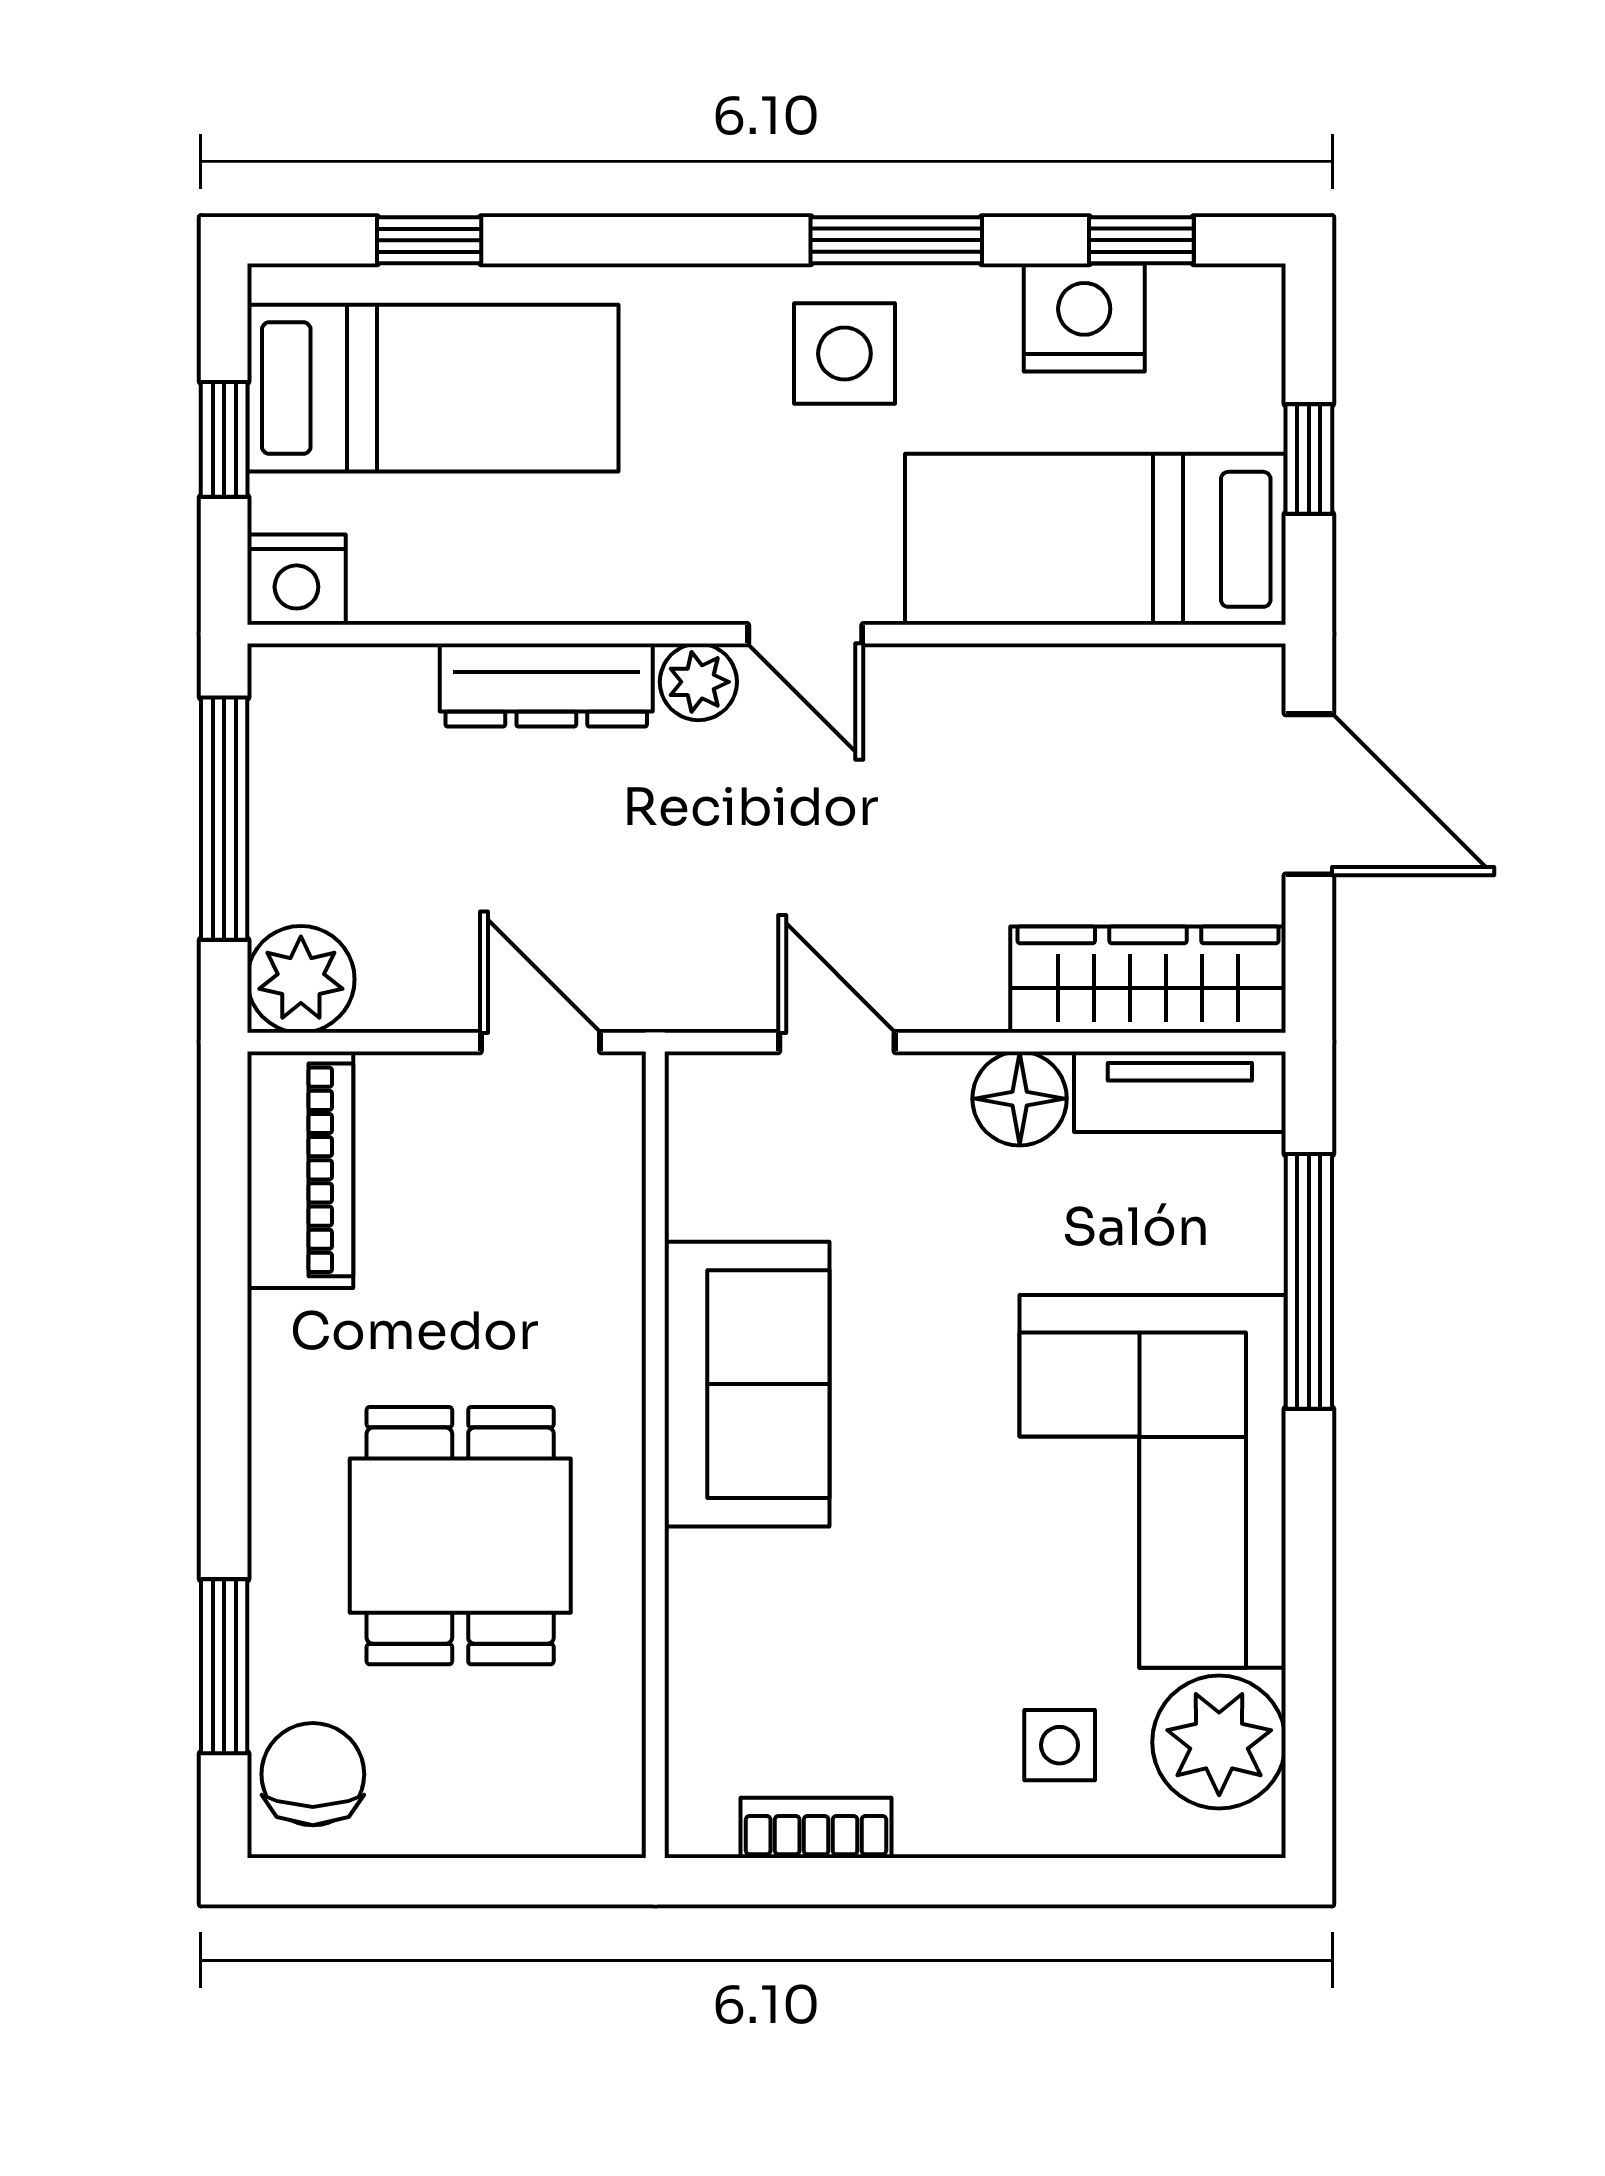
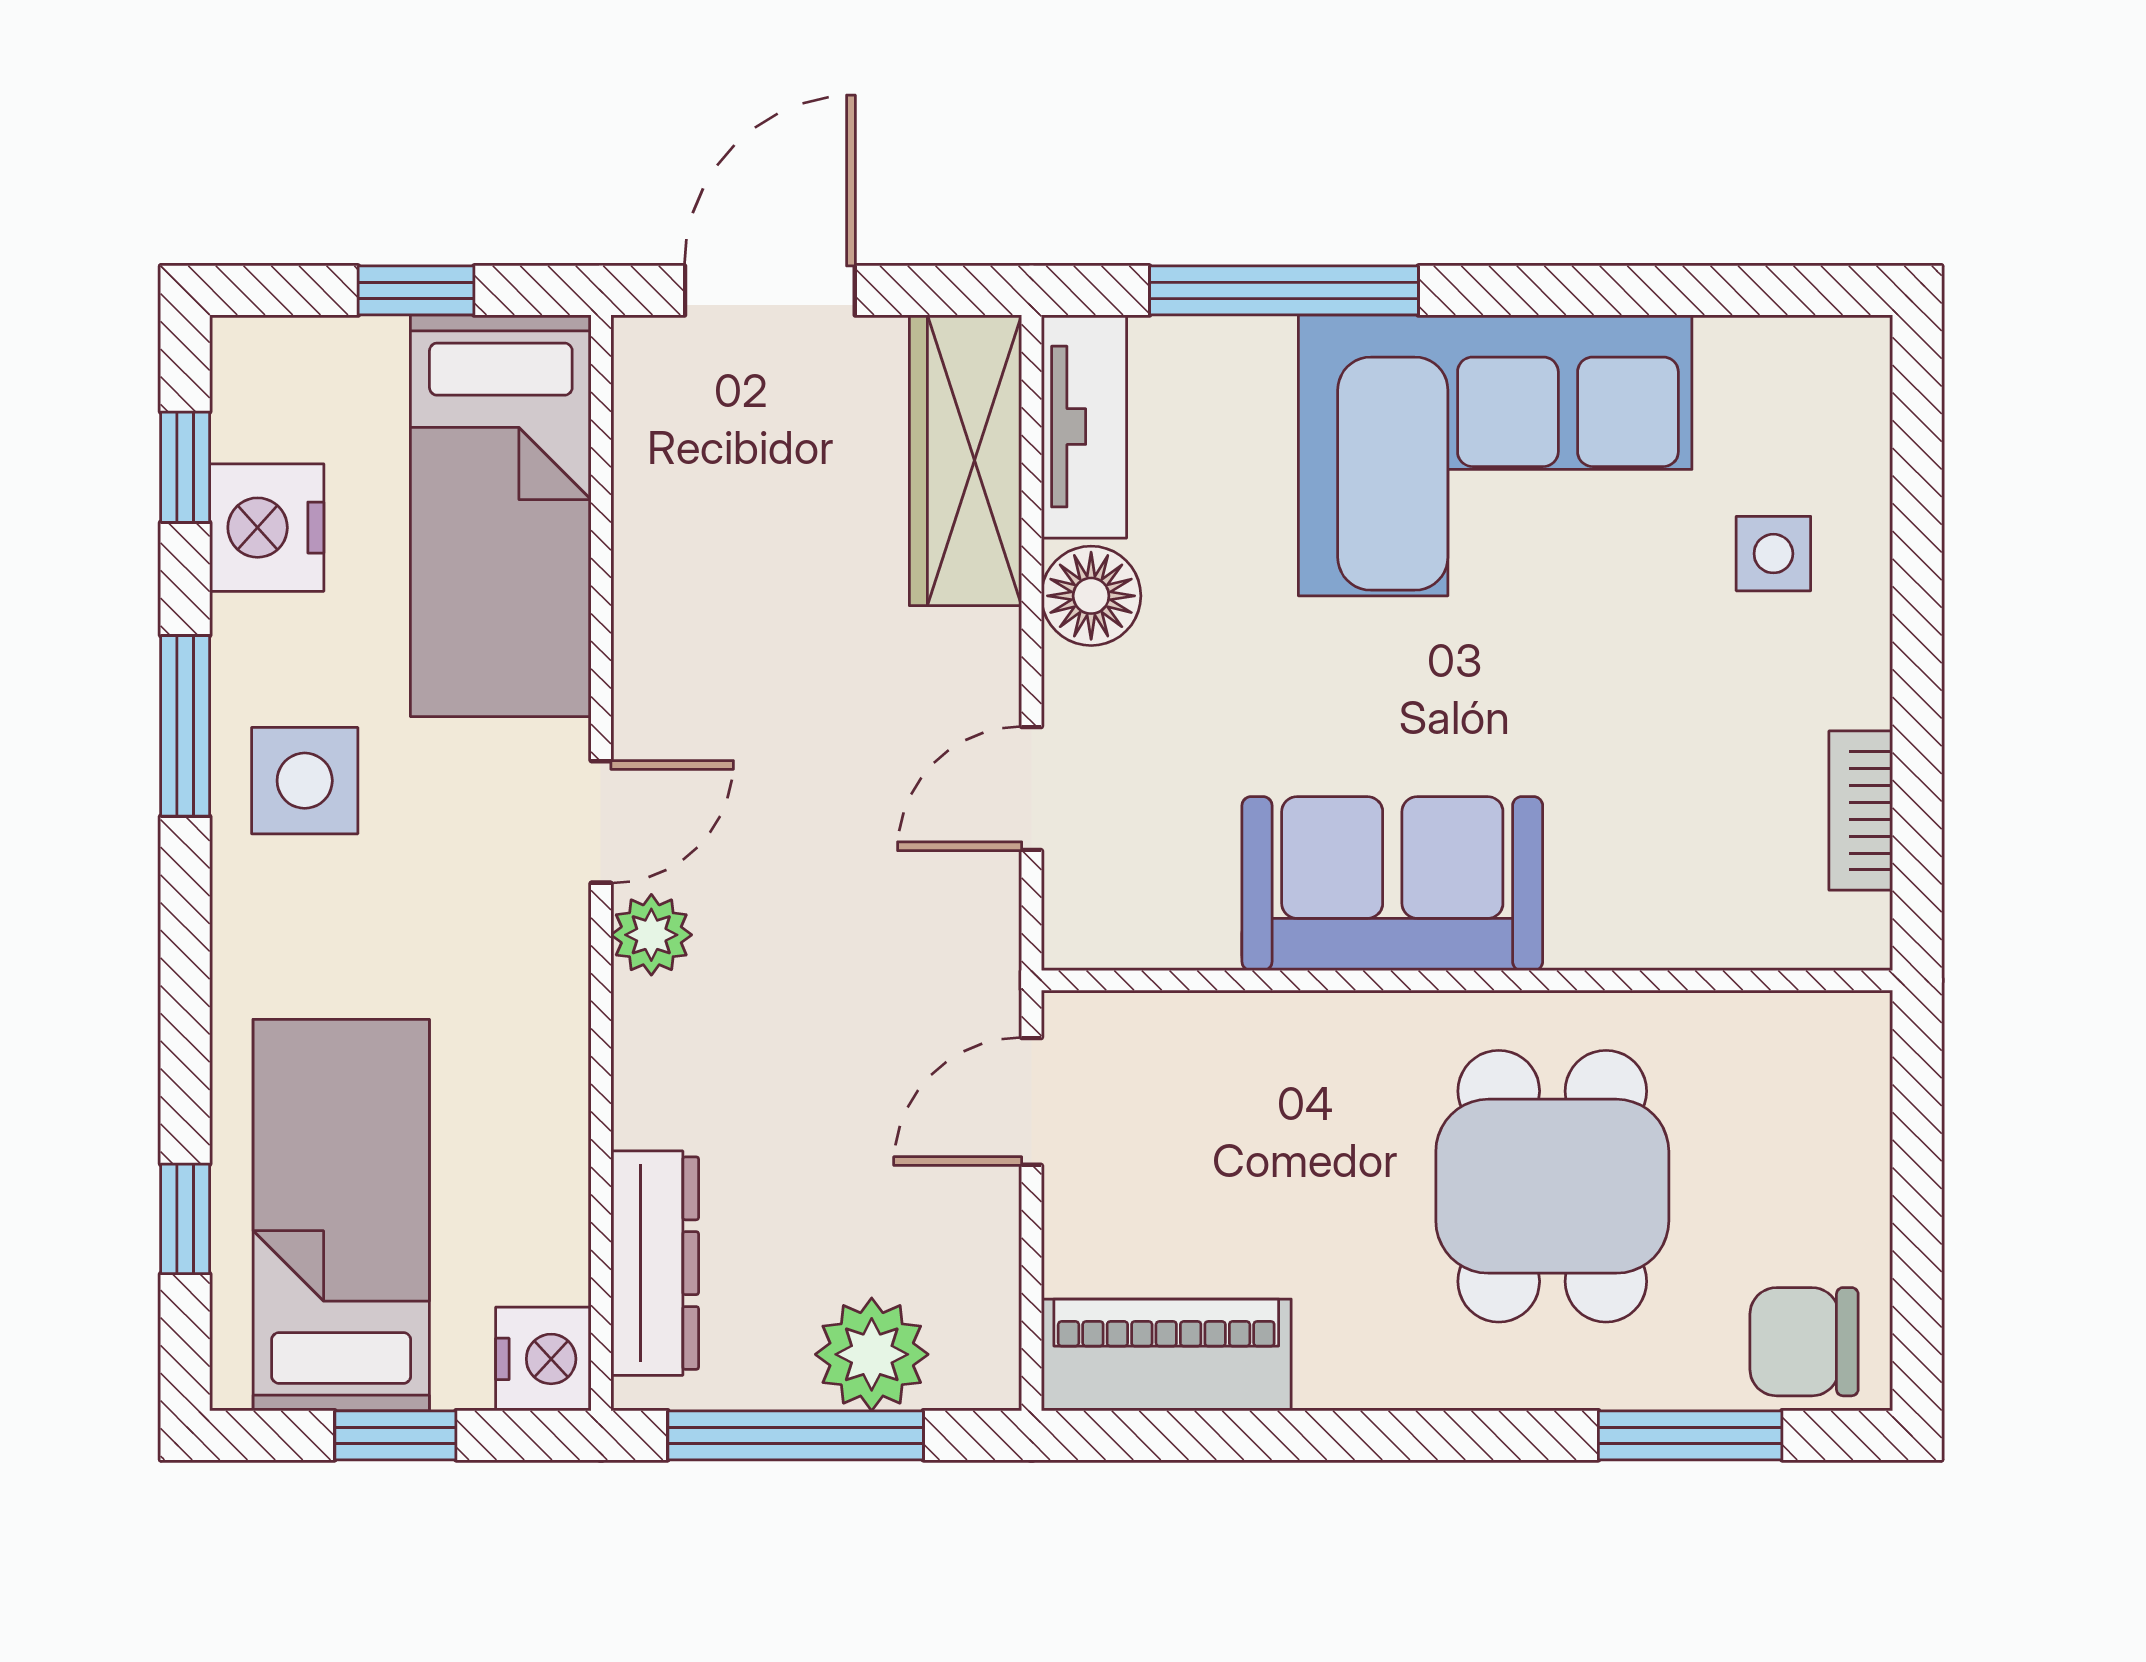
dresser: (546, 685) -> (655, 1263), moved
plant: (301, 979) -> (872, 1354), moved
dining table: (460, 1536) -> (1552, 1186), turned 90
plant: (1219, 1742) -> (1770, 385), removed

